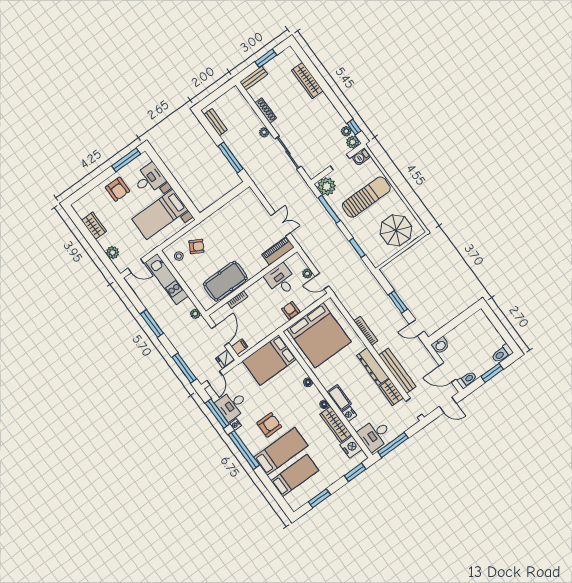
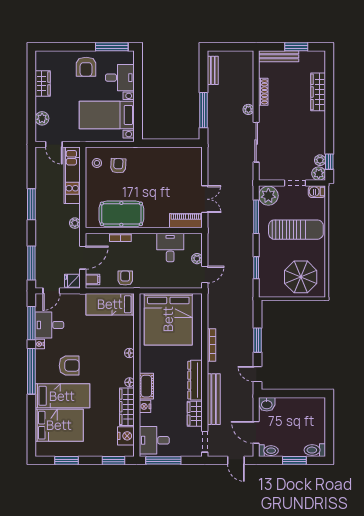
bench: (254, 78) -> (279, 56), width x1.36
armchair: (196, 246) -> (118, 166), turned -116
door: (322, 281) -> (205, 275), swing flipped
armchair: (291, 310) -> (125, 278), moved
bed: (270, 360) -> (110, 304), width x0.67
bed: (295, 476) -> (59, 425), width x1.50

